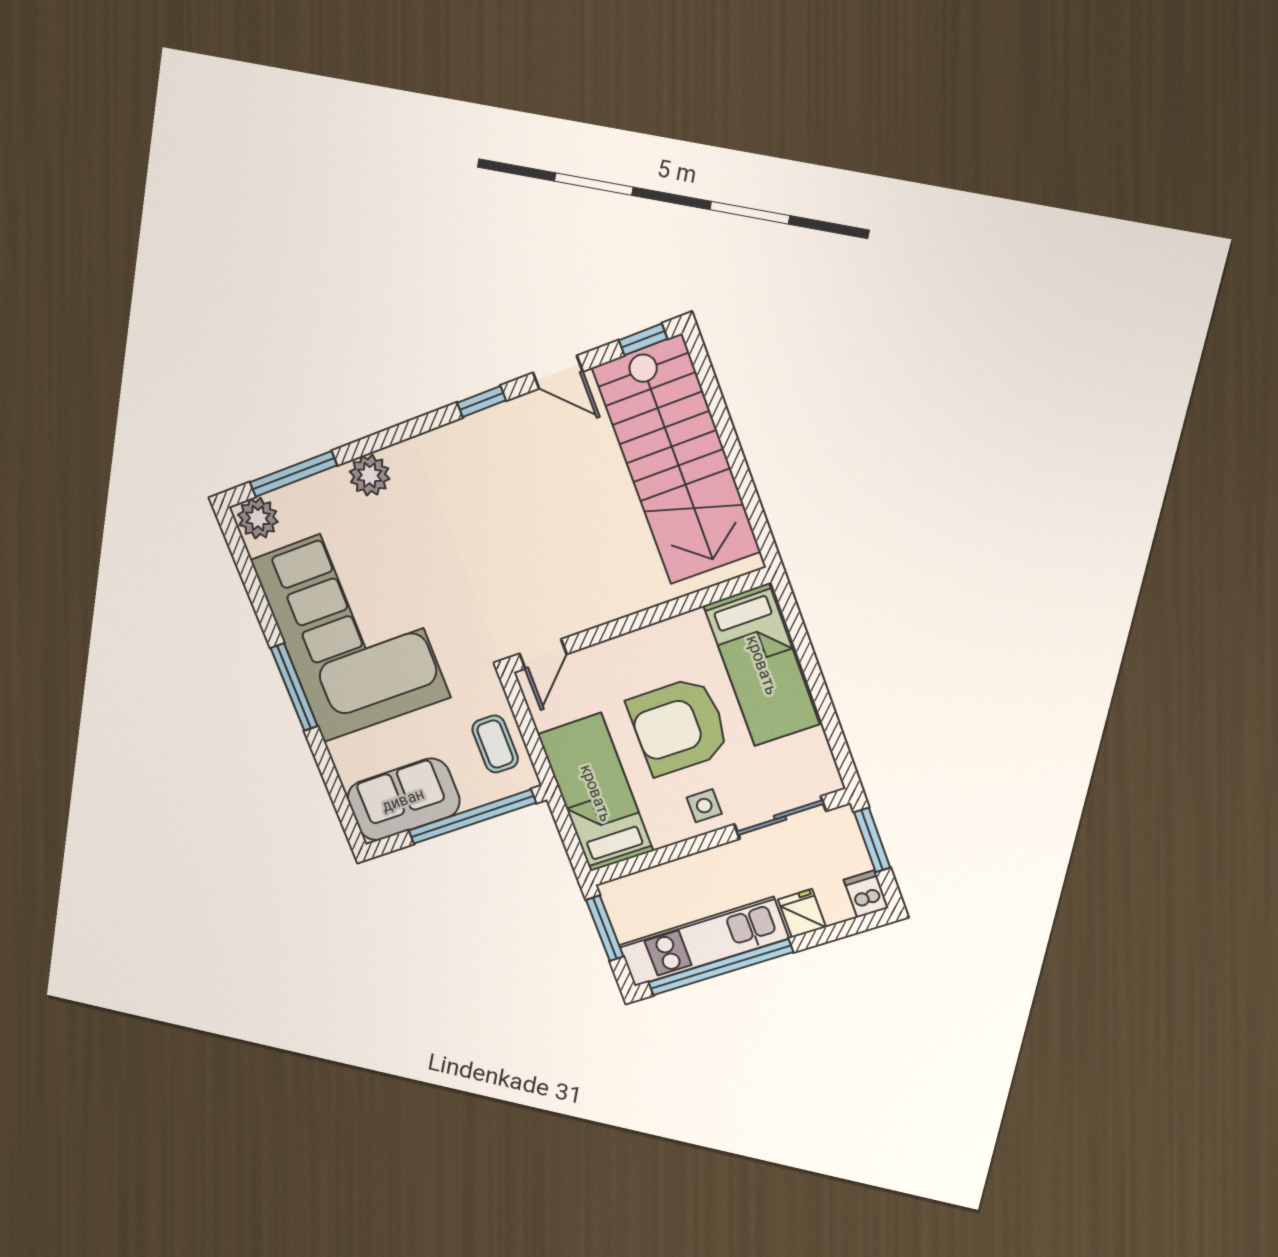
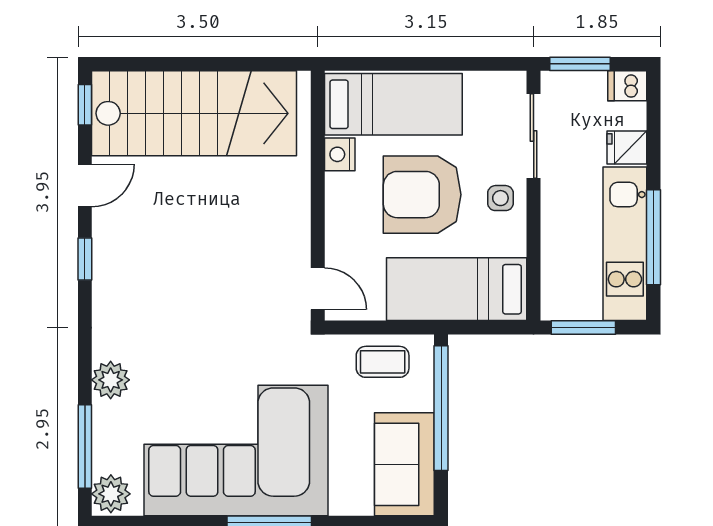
nightstand: (689, 628) -> (340, 154), added
armchair: (679, 726) -> (422, 195), turned 90
window: (720, 967) -> (653, 237), width x0.68

